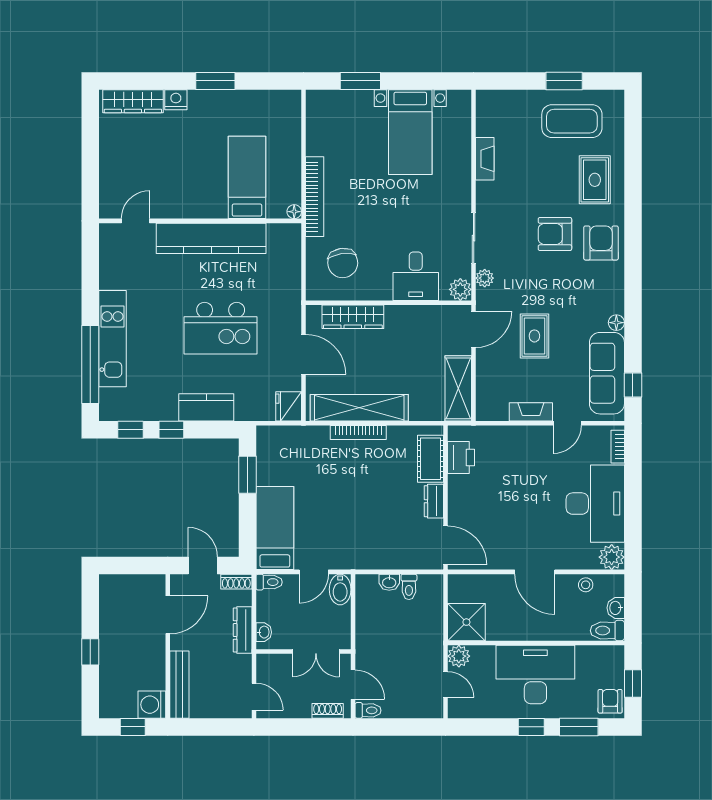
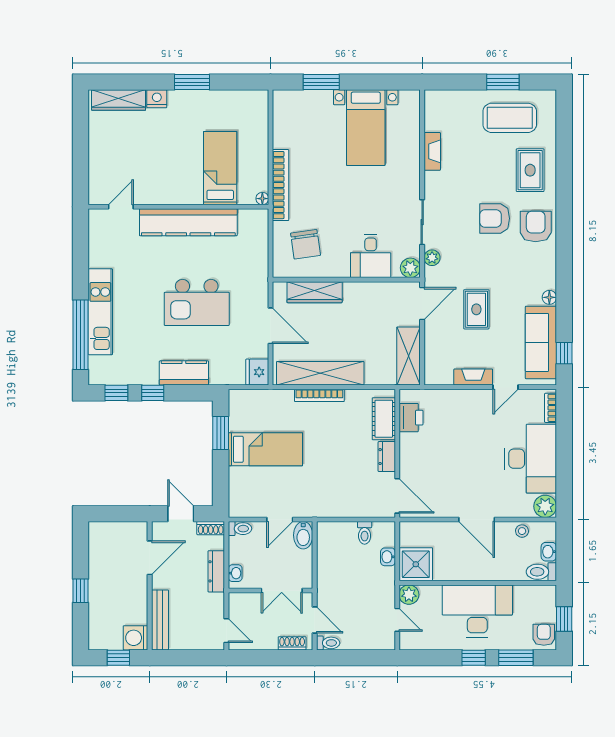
bed: (275, 528) -> (265, 449), moved, turned 90
washbasin: (389, 582) -> (388, 557), moved, turned 90

